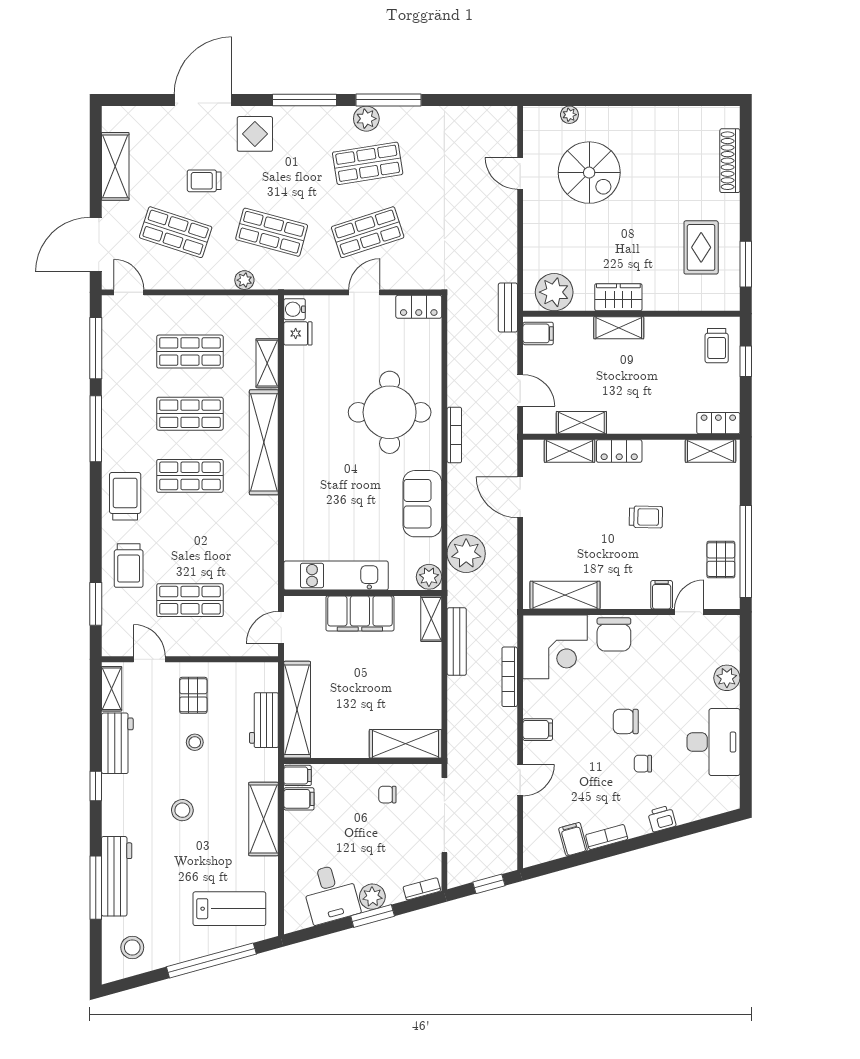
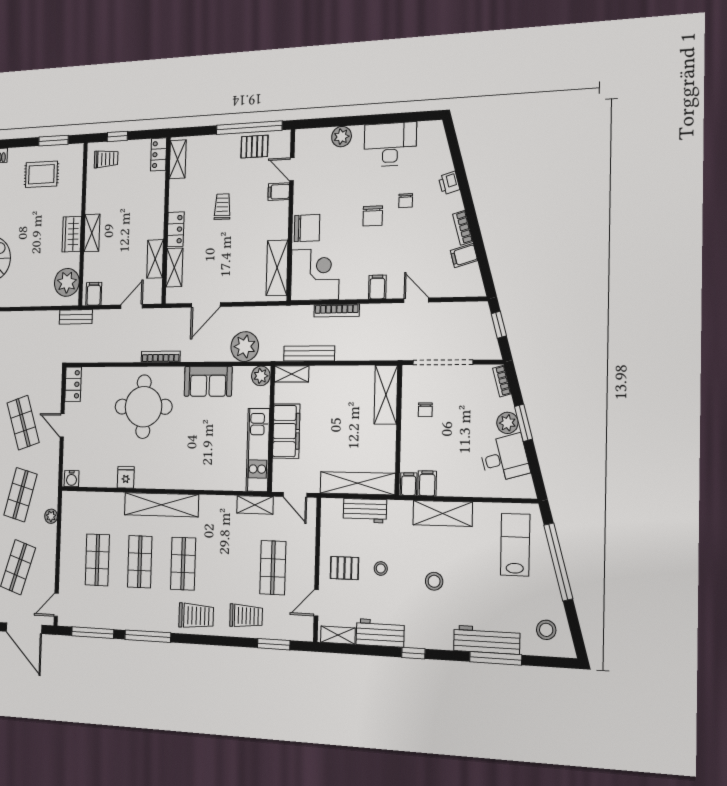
fridge: (298, 333) -> (126, 477), moved
shelving: (267, 363) -> (255, 505), moved
trolley: (125, 496) -> (196, 616), turned 180

